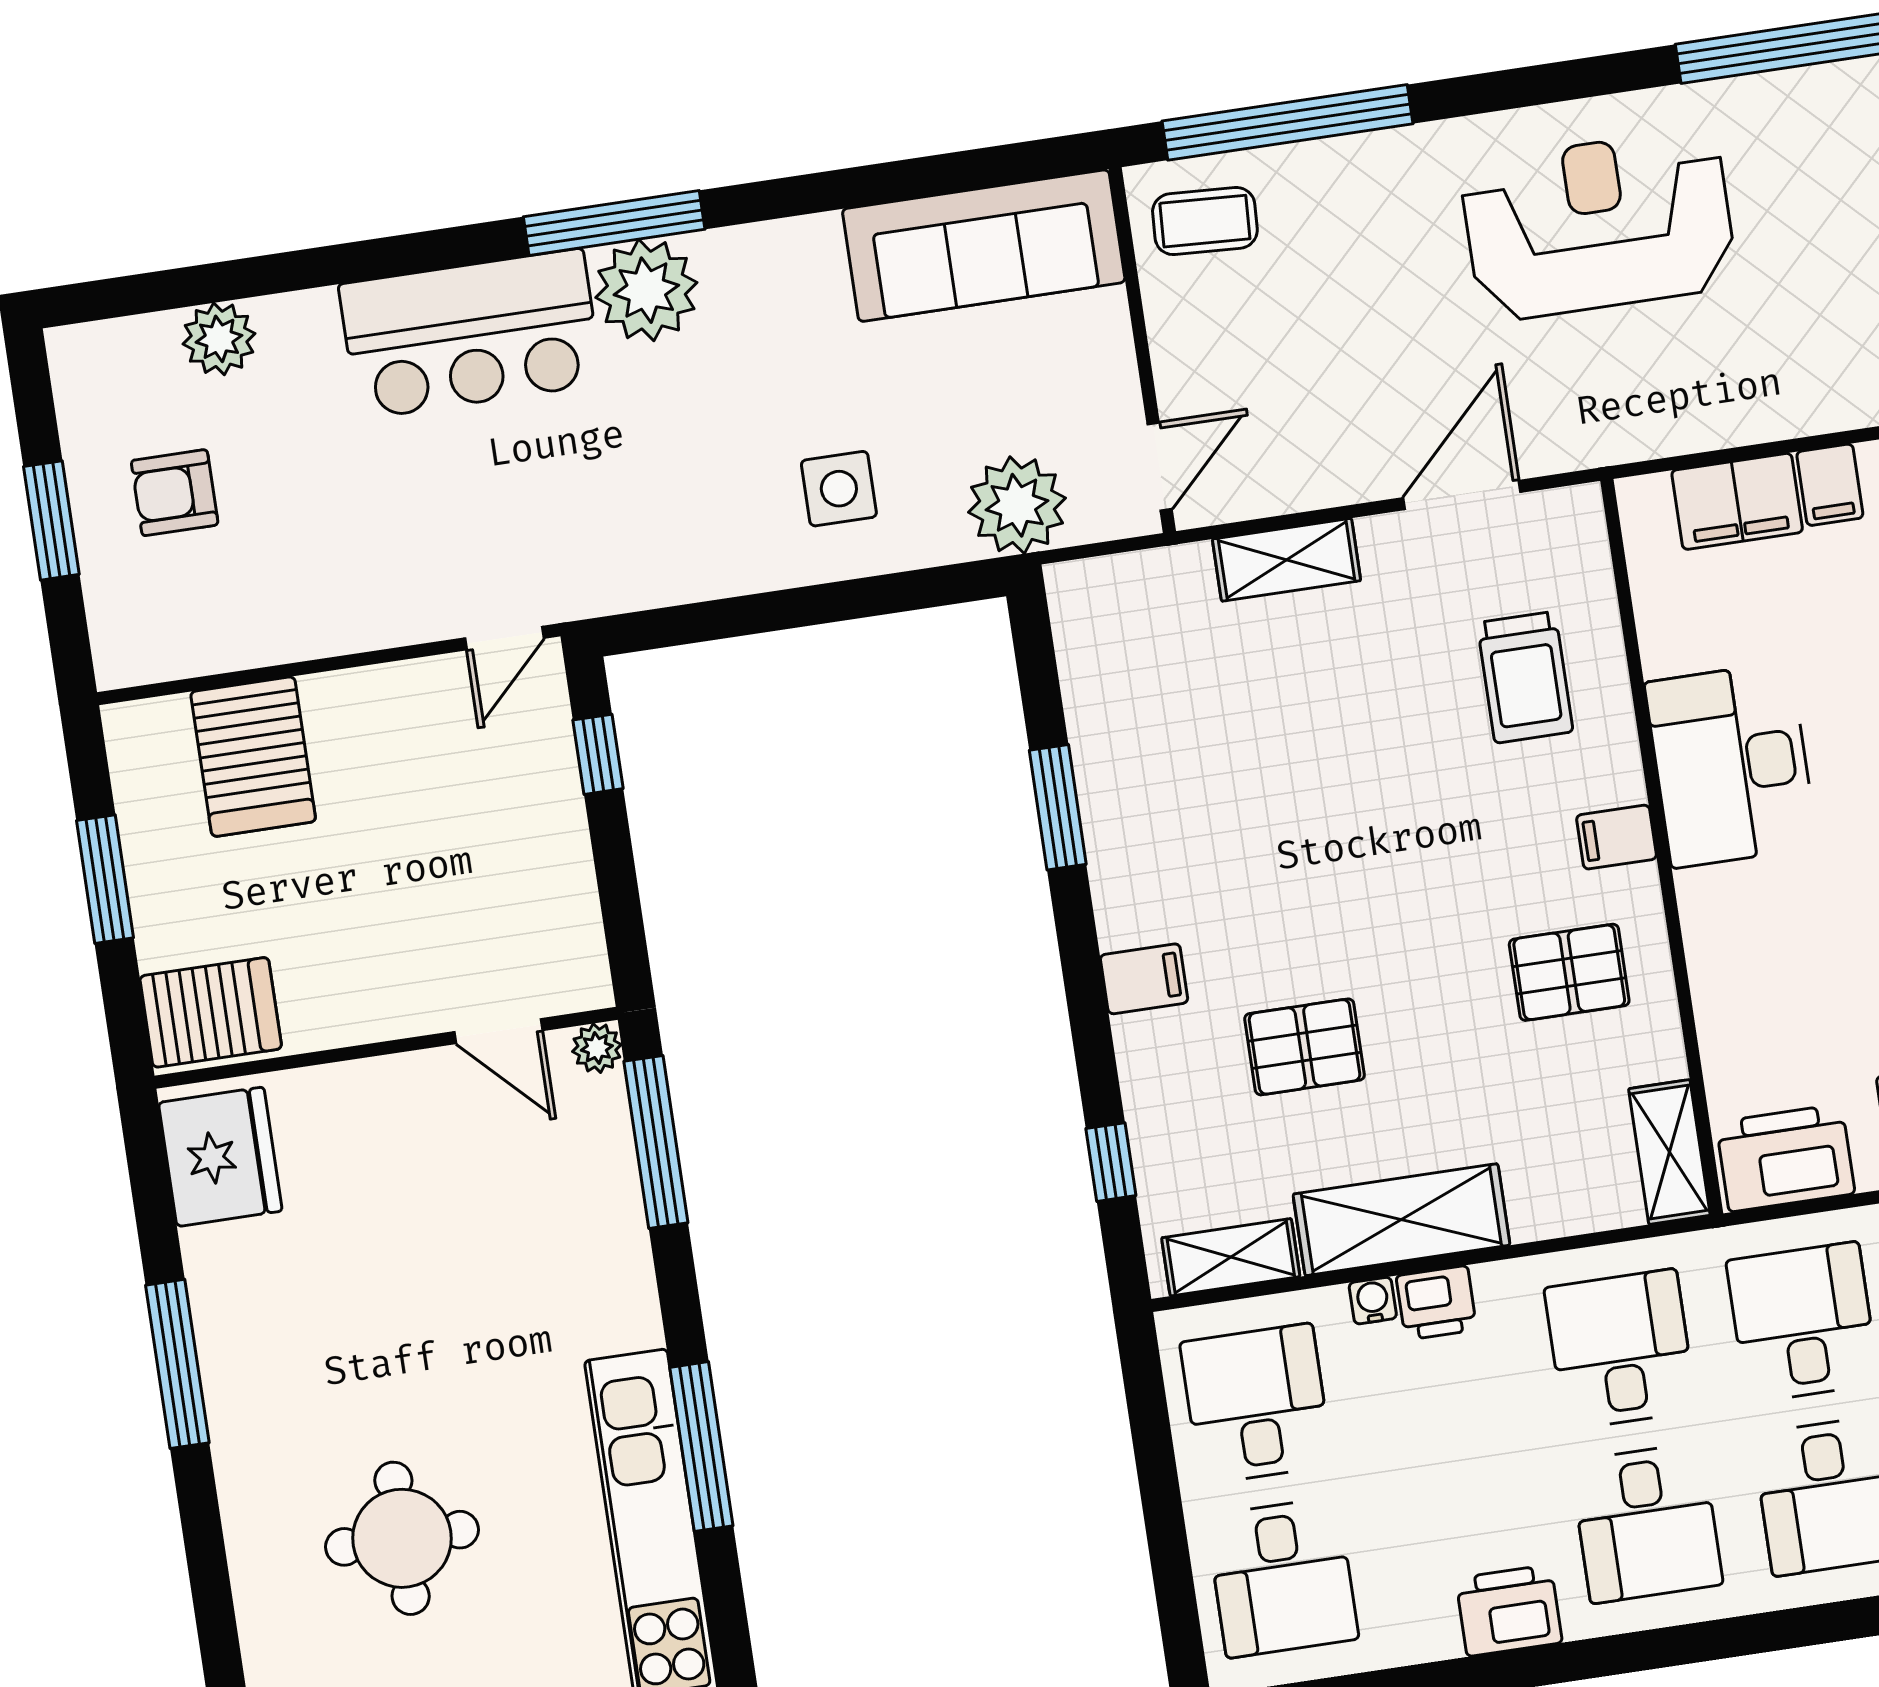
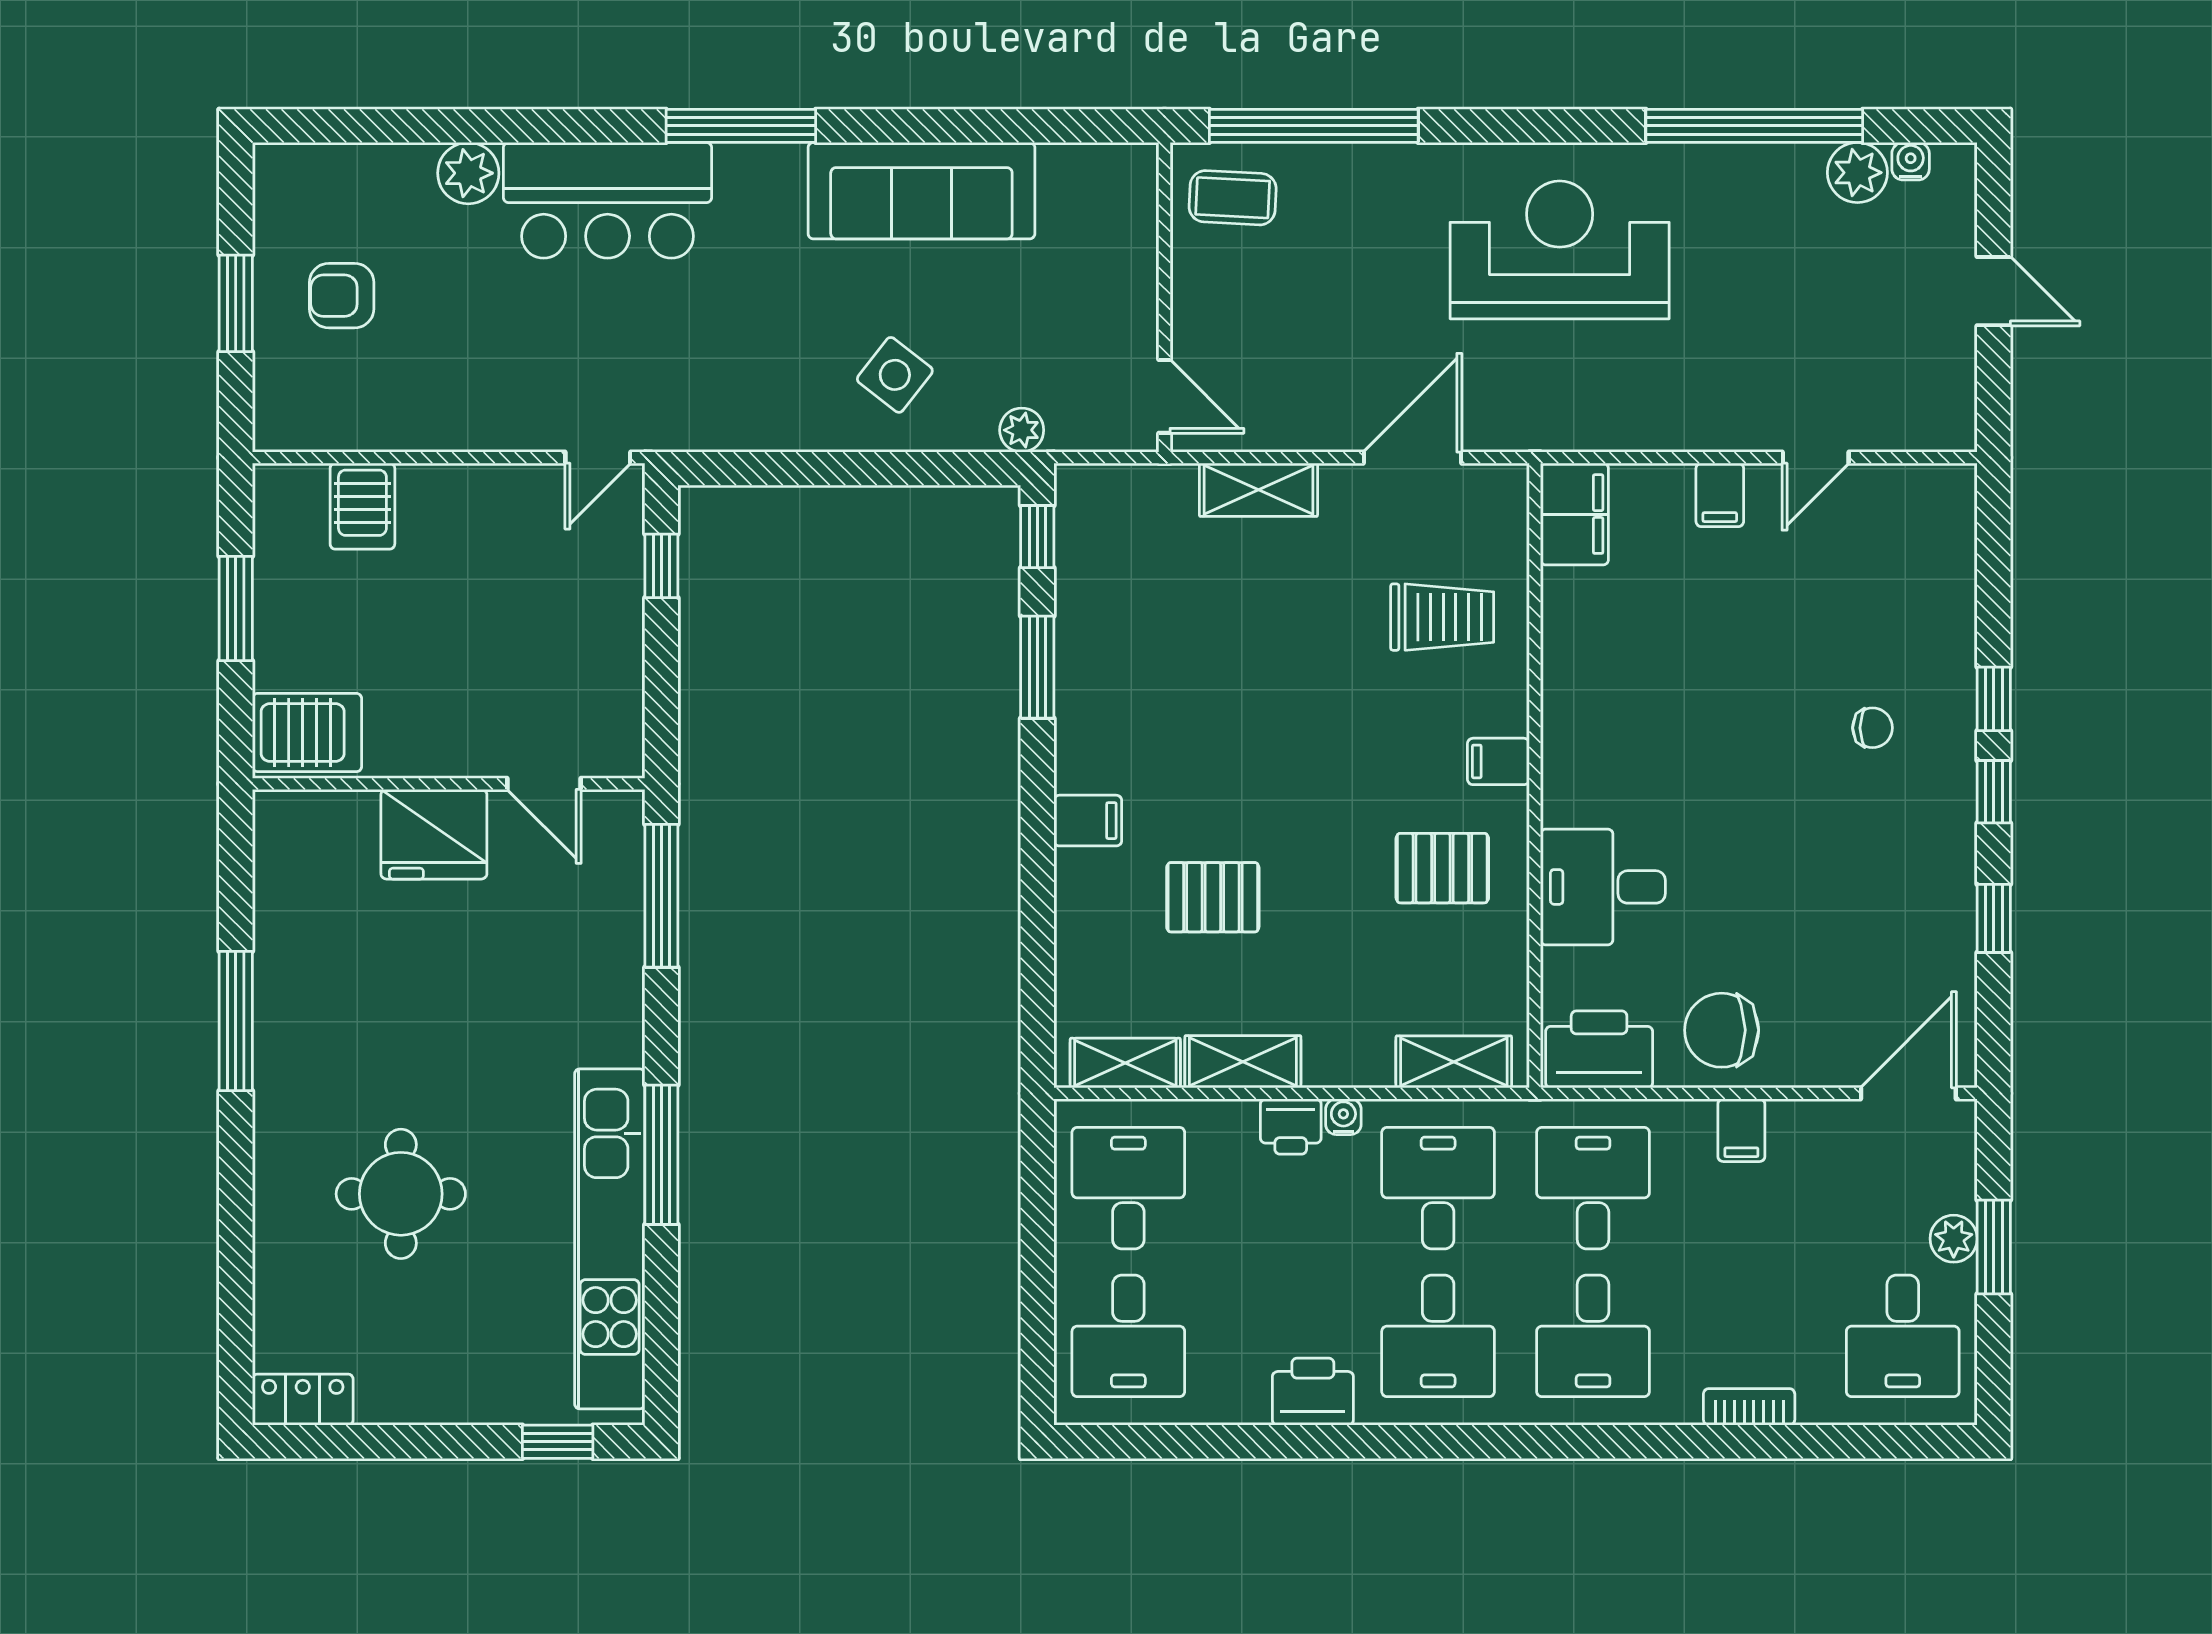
sofa: (984, 246) -> (921, 191), moved
plant: (646, 290) -> (759, 186), removed
plant: (219, 339) -> (468, 173), moved
door: (1160, 467) -> (1164, 396), hinge flipped
side table: (839, 489) -> (895, 375), turned 38
filing cabinet: (1737, 501) -> (1574, 514), moved, turned -90
plant: (1017, 505) -> (1022, 430), width x0.53, depth x0.53
trolley: (1525, 677) -> (1442, 617), turned -90
server rack: (253, 757) -> (362, 506), width x0.73, depth x0.70
desk: (1731, 765) -> (1603, 887), moved, width x0.73
plant: (597, 1048) -> (624, 810), removed
shelving: (1669, 1152) -> (1454, 1062), moved, turned 90
fridge: (220, 1157) -> (434, 834), moved, turned 90
window: (1111, 1162) -> (1037, 537), moved
shelving: (1401, 1220) -> (1243, 1062), width x0.67, depth x0.75
water cooler: (1373, 1301) -> (1343, 1117), moved

